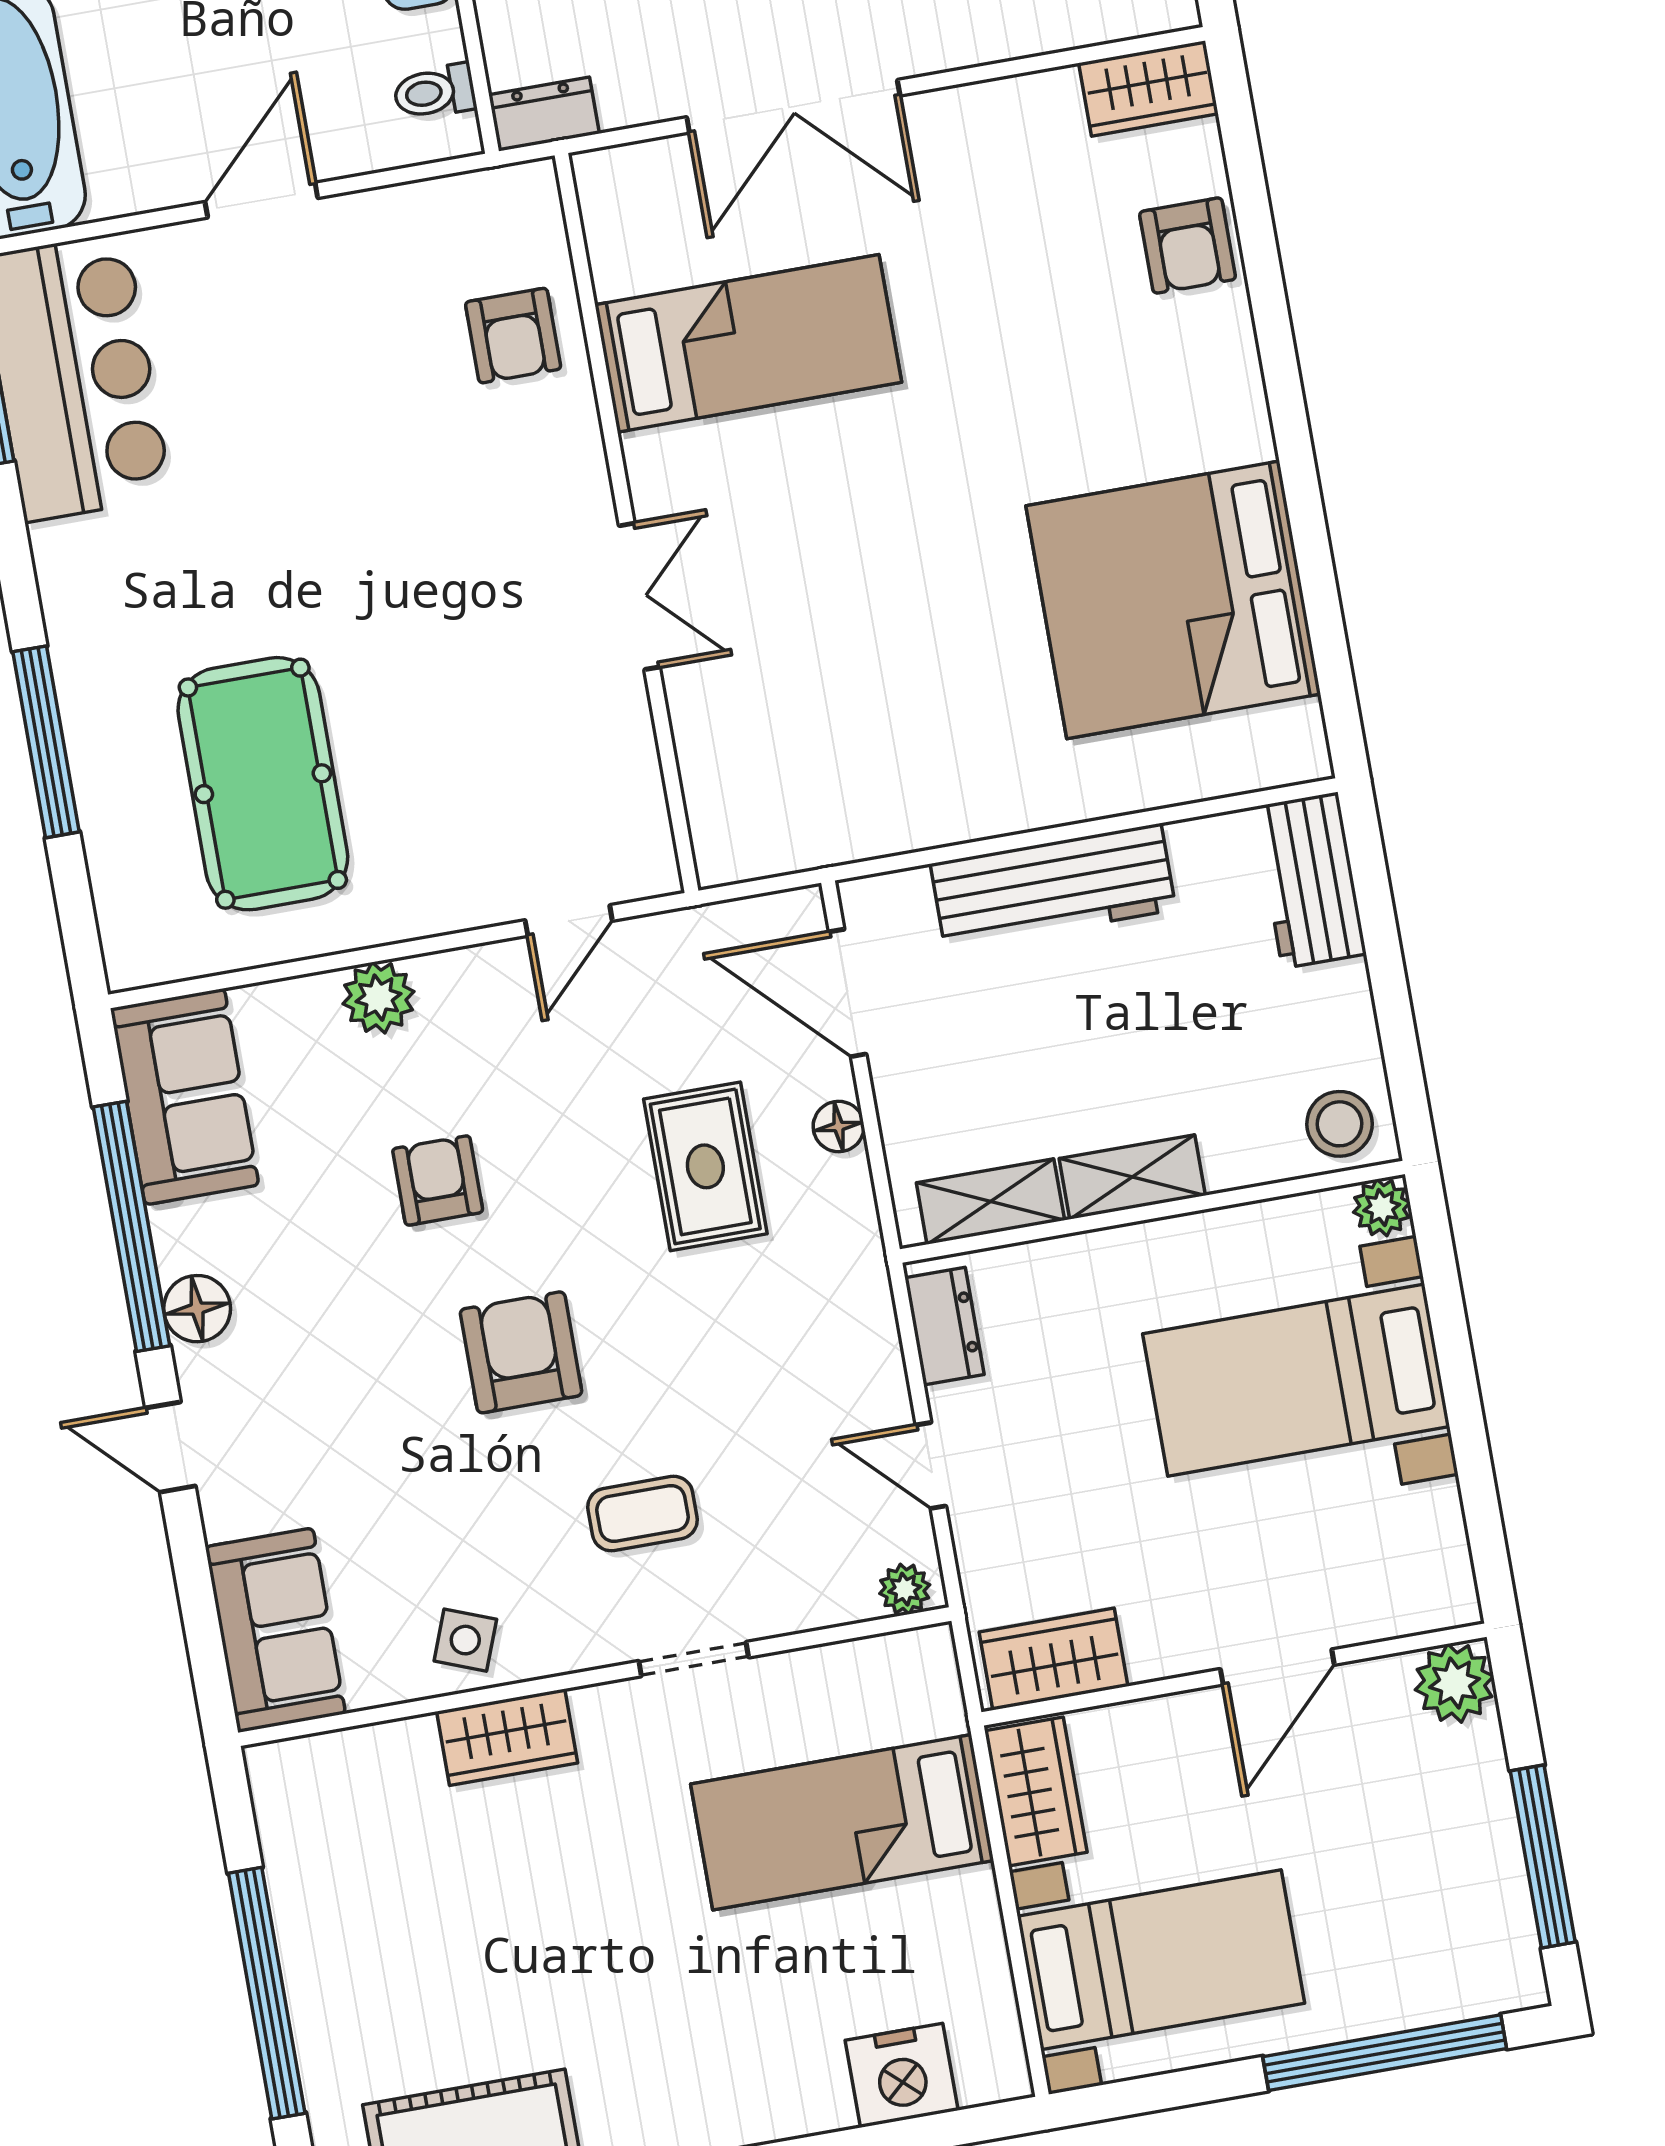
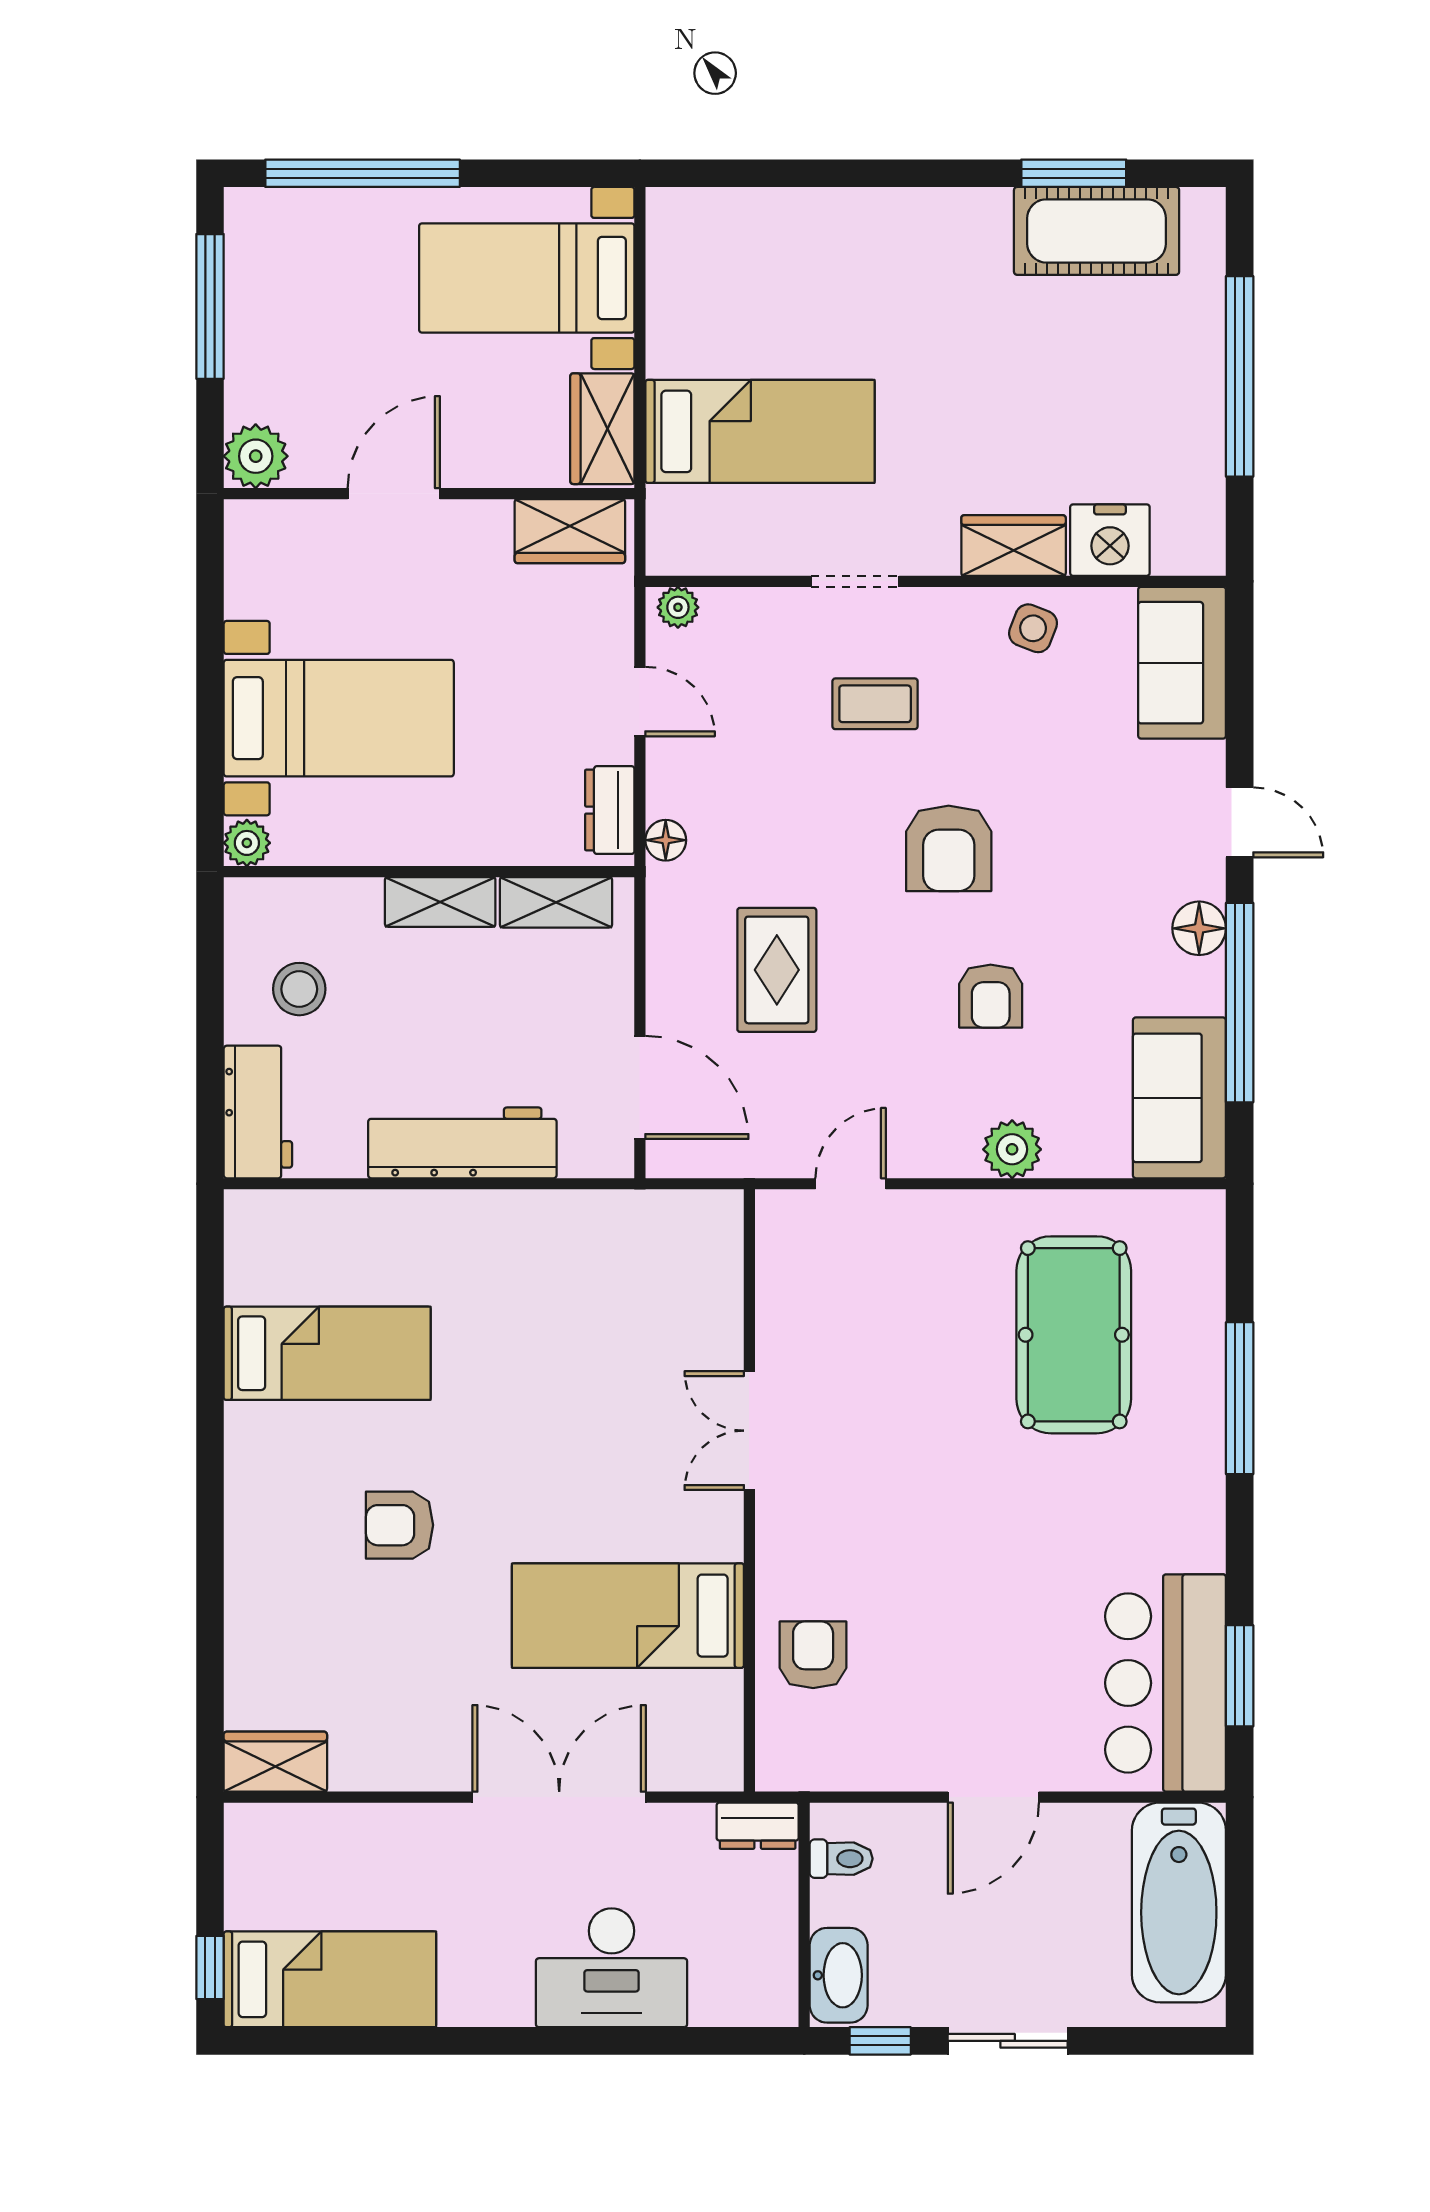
armchair: (1188, 246) -> (399, 1525), moved, turned -90
bed: (1173, 600) -> (327, 1353), width x0.49
stool: (1340, 1124) -> (299, 989), moved
floor lamp: (839, 1126) -> (666, 840), moved
nightstand: (902, 2075) -> (1110, 540), moved, turned 180

